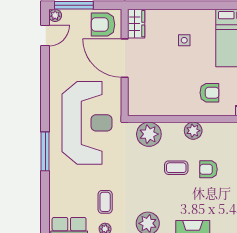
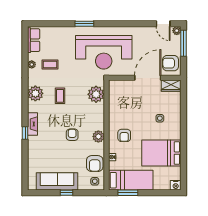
armchair: (103, 25) -> (171, 63), turned -90
plant: (193, 131) -> (98, 136), moved
window: (45, 151) -> (84, 24), width x0.69
coffee table: (176, 168) -> (60, 96), moved

